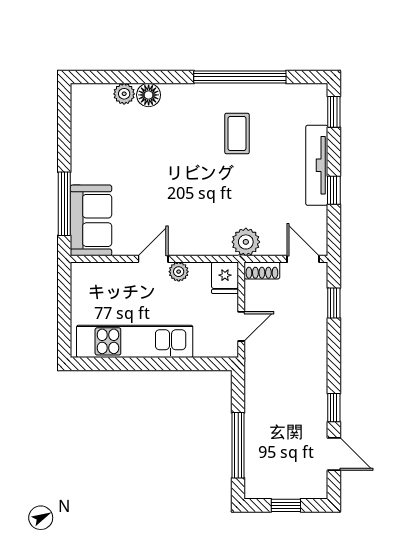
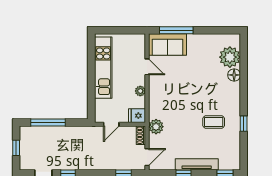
window: (240, 77) -> (244, 124), width x0.32
plant: (124, 94) -> (230, 57), width x1.88, depth x1.88
door: (153, 259) -> (147, 67), moved
door: (241, 326) -> (111, 124), hinge flipped

